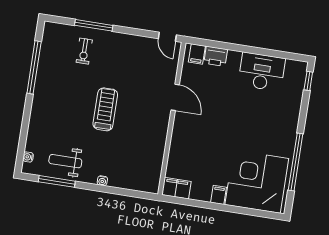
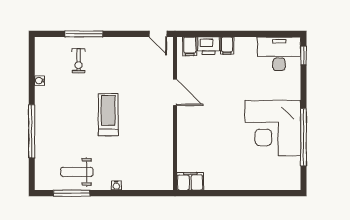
window: (34, 67) -> (32, 131), moved
desk: (262, 72) -> (279, 54), moved
water cooler: (28, 157) -> (40, 81), moved
corner desk: (257, 182) -> (273, 128), moved, turned -90
filing cabinet: (219, 195) -> (227, 46), moved, turned 180

